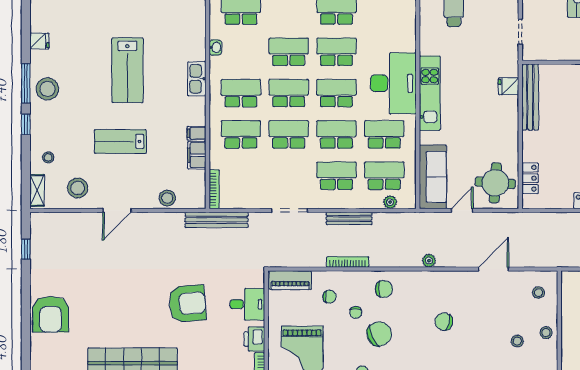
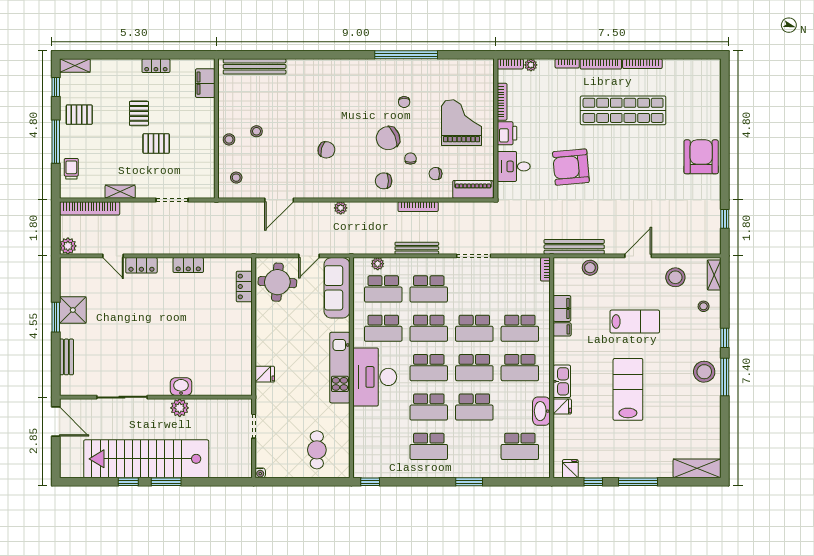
fridge: (39, 41) -> (562, 407), moved, turned 180
washbasin: (215, 47) -> (541, 411), width x1.91, depth x1.45
bench: (530, 97) -> (244, 364), removed
bookcase: (214, 189) -> (545, 269), width x0.64
bench: (217, 220) -> (574, 247), moved

